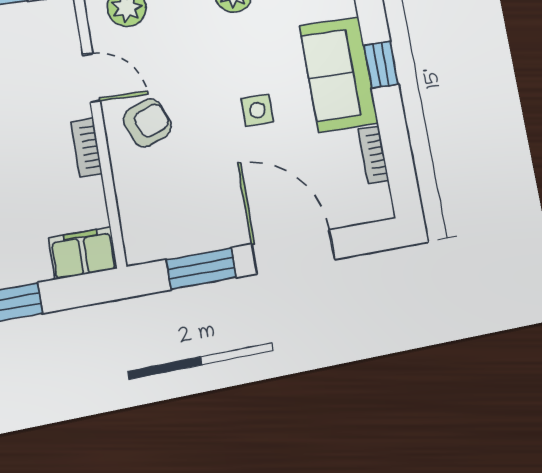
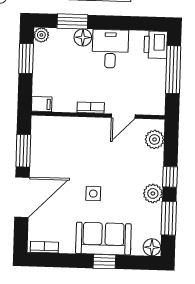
armchair: (147, 123) -> (97, 139), removed
bookcase: (373, 155) -> (44, 247), moved
filing cabinet: (83, 253) -> (42, 104), width x0.50

